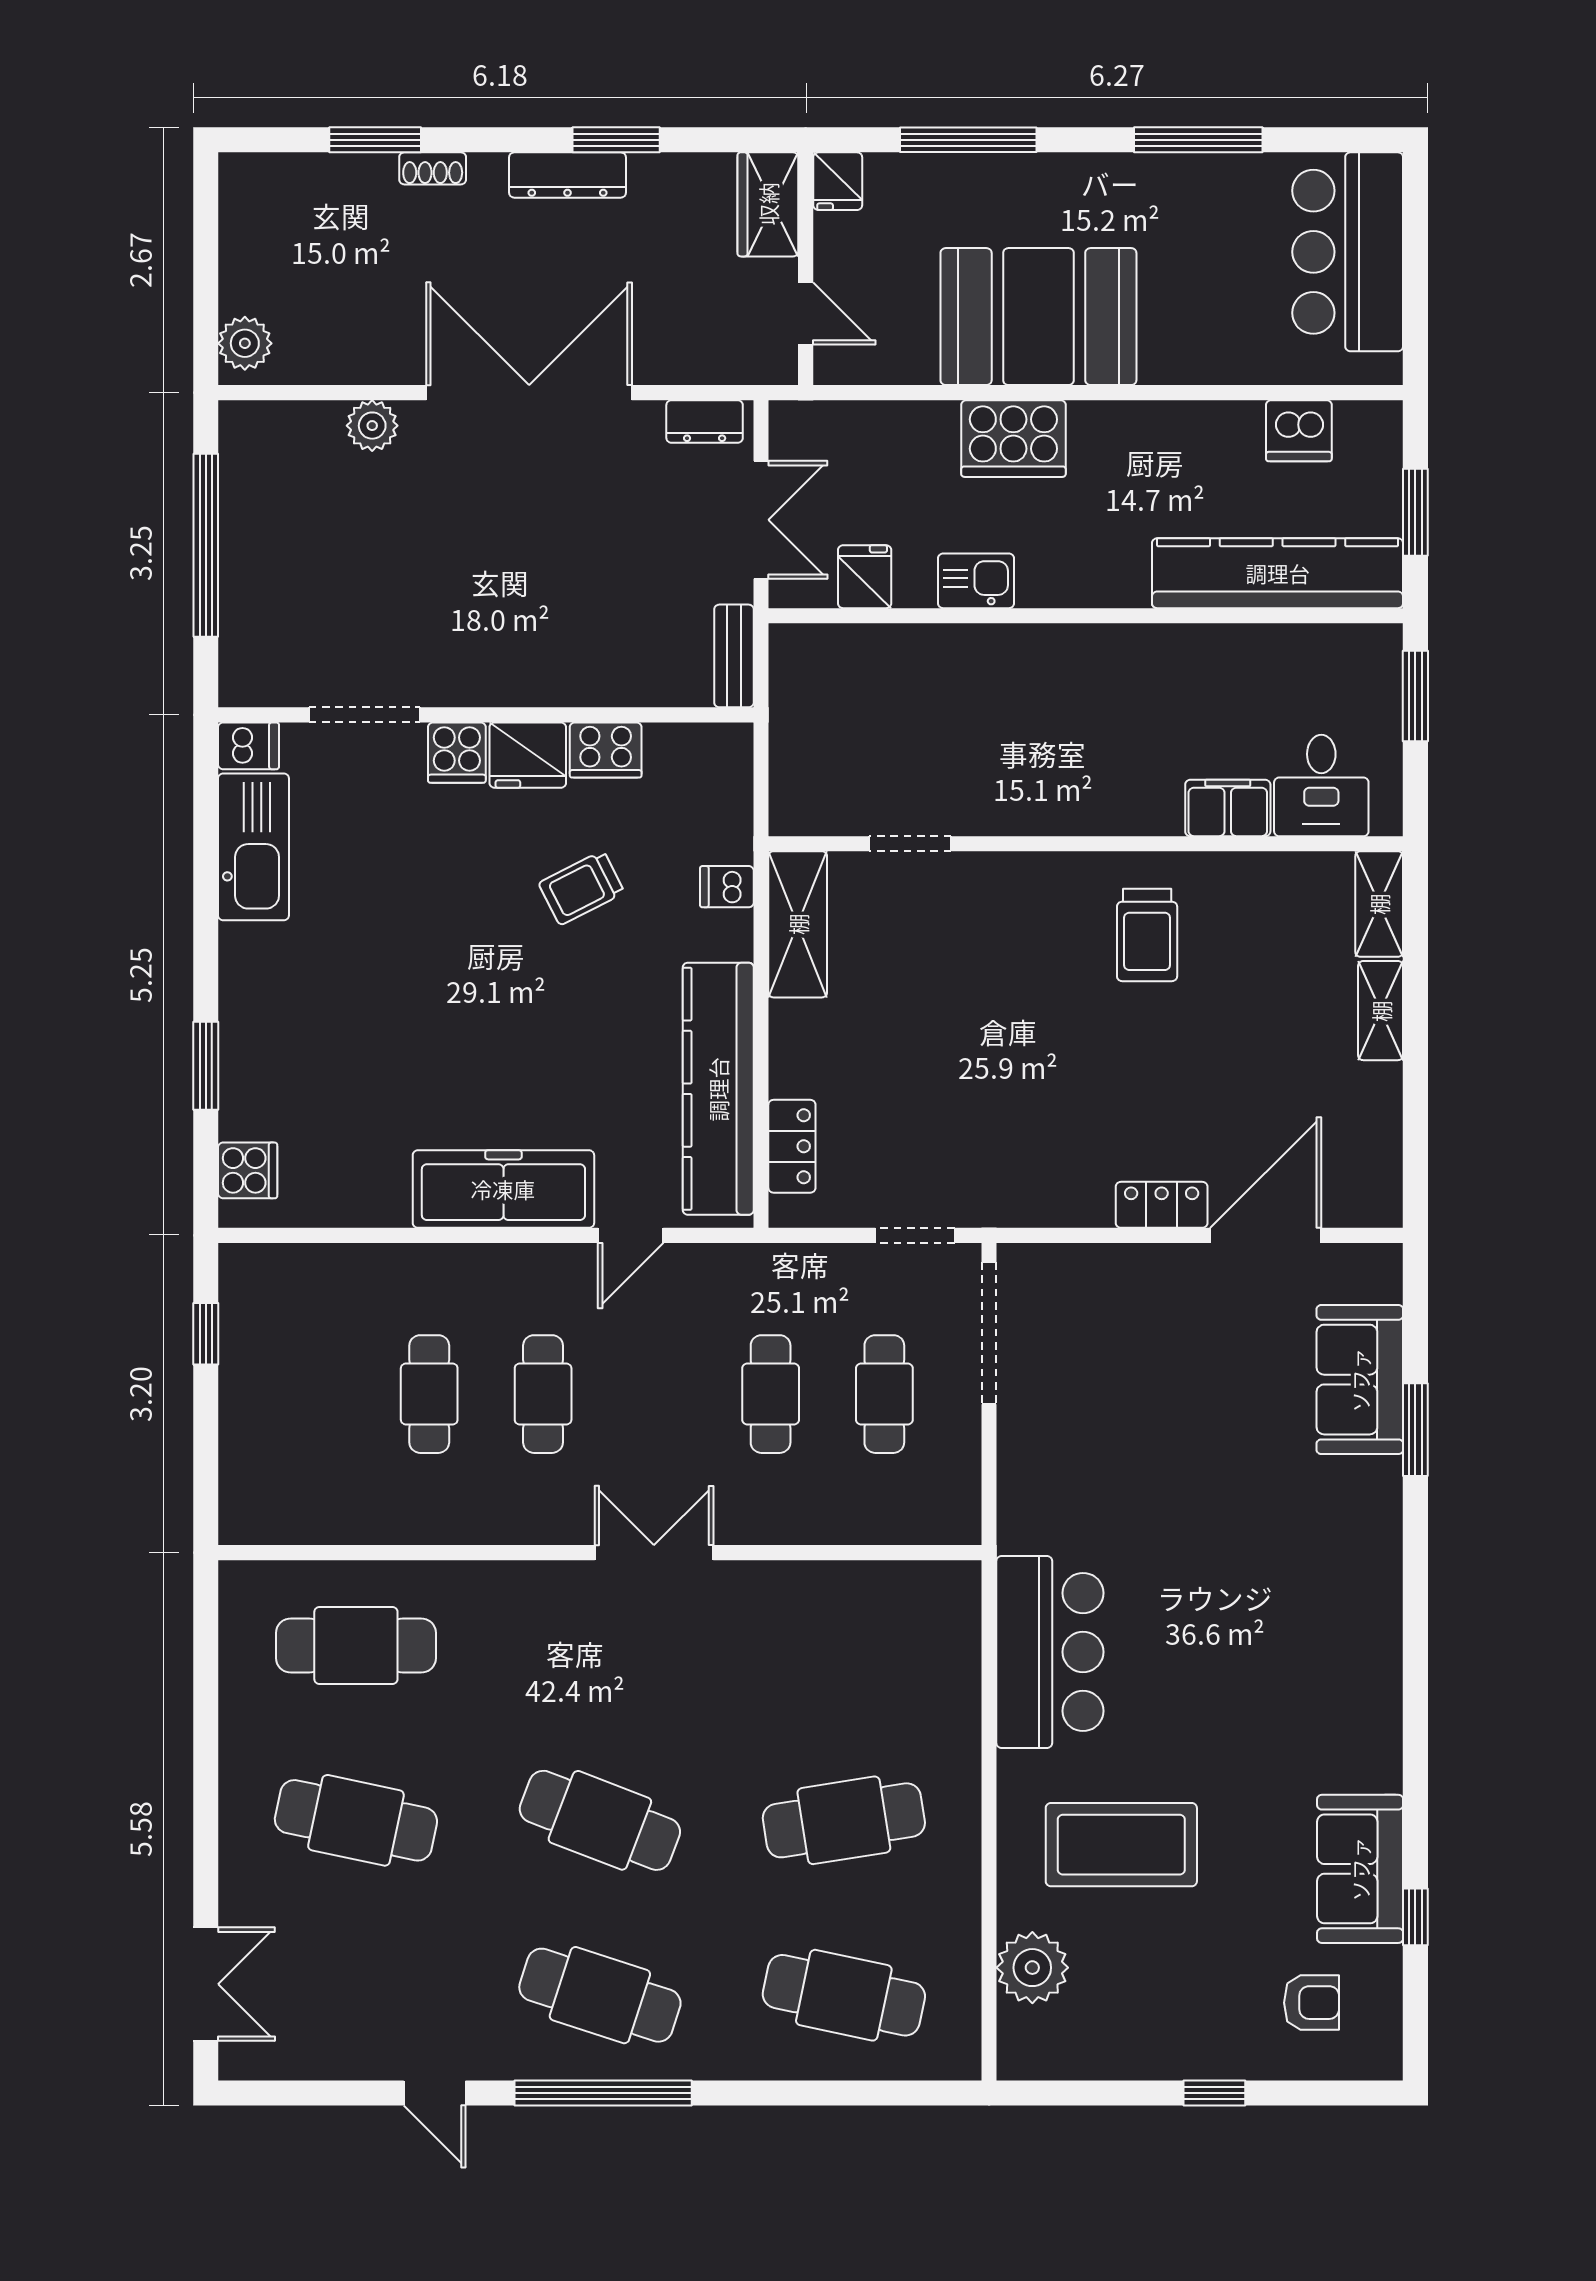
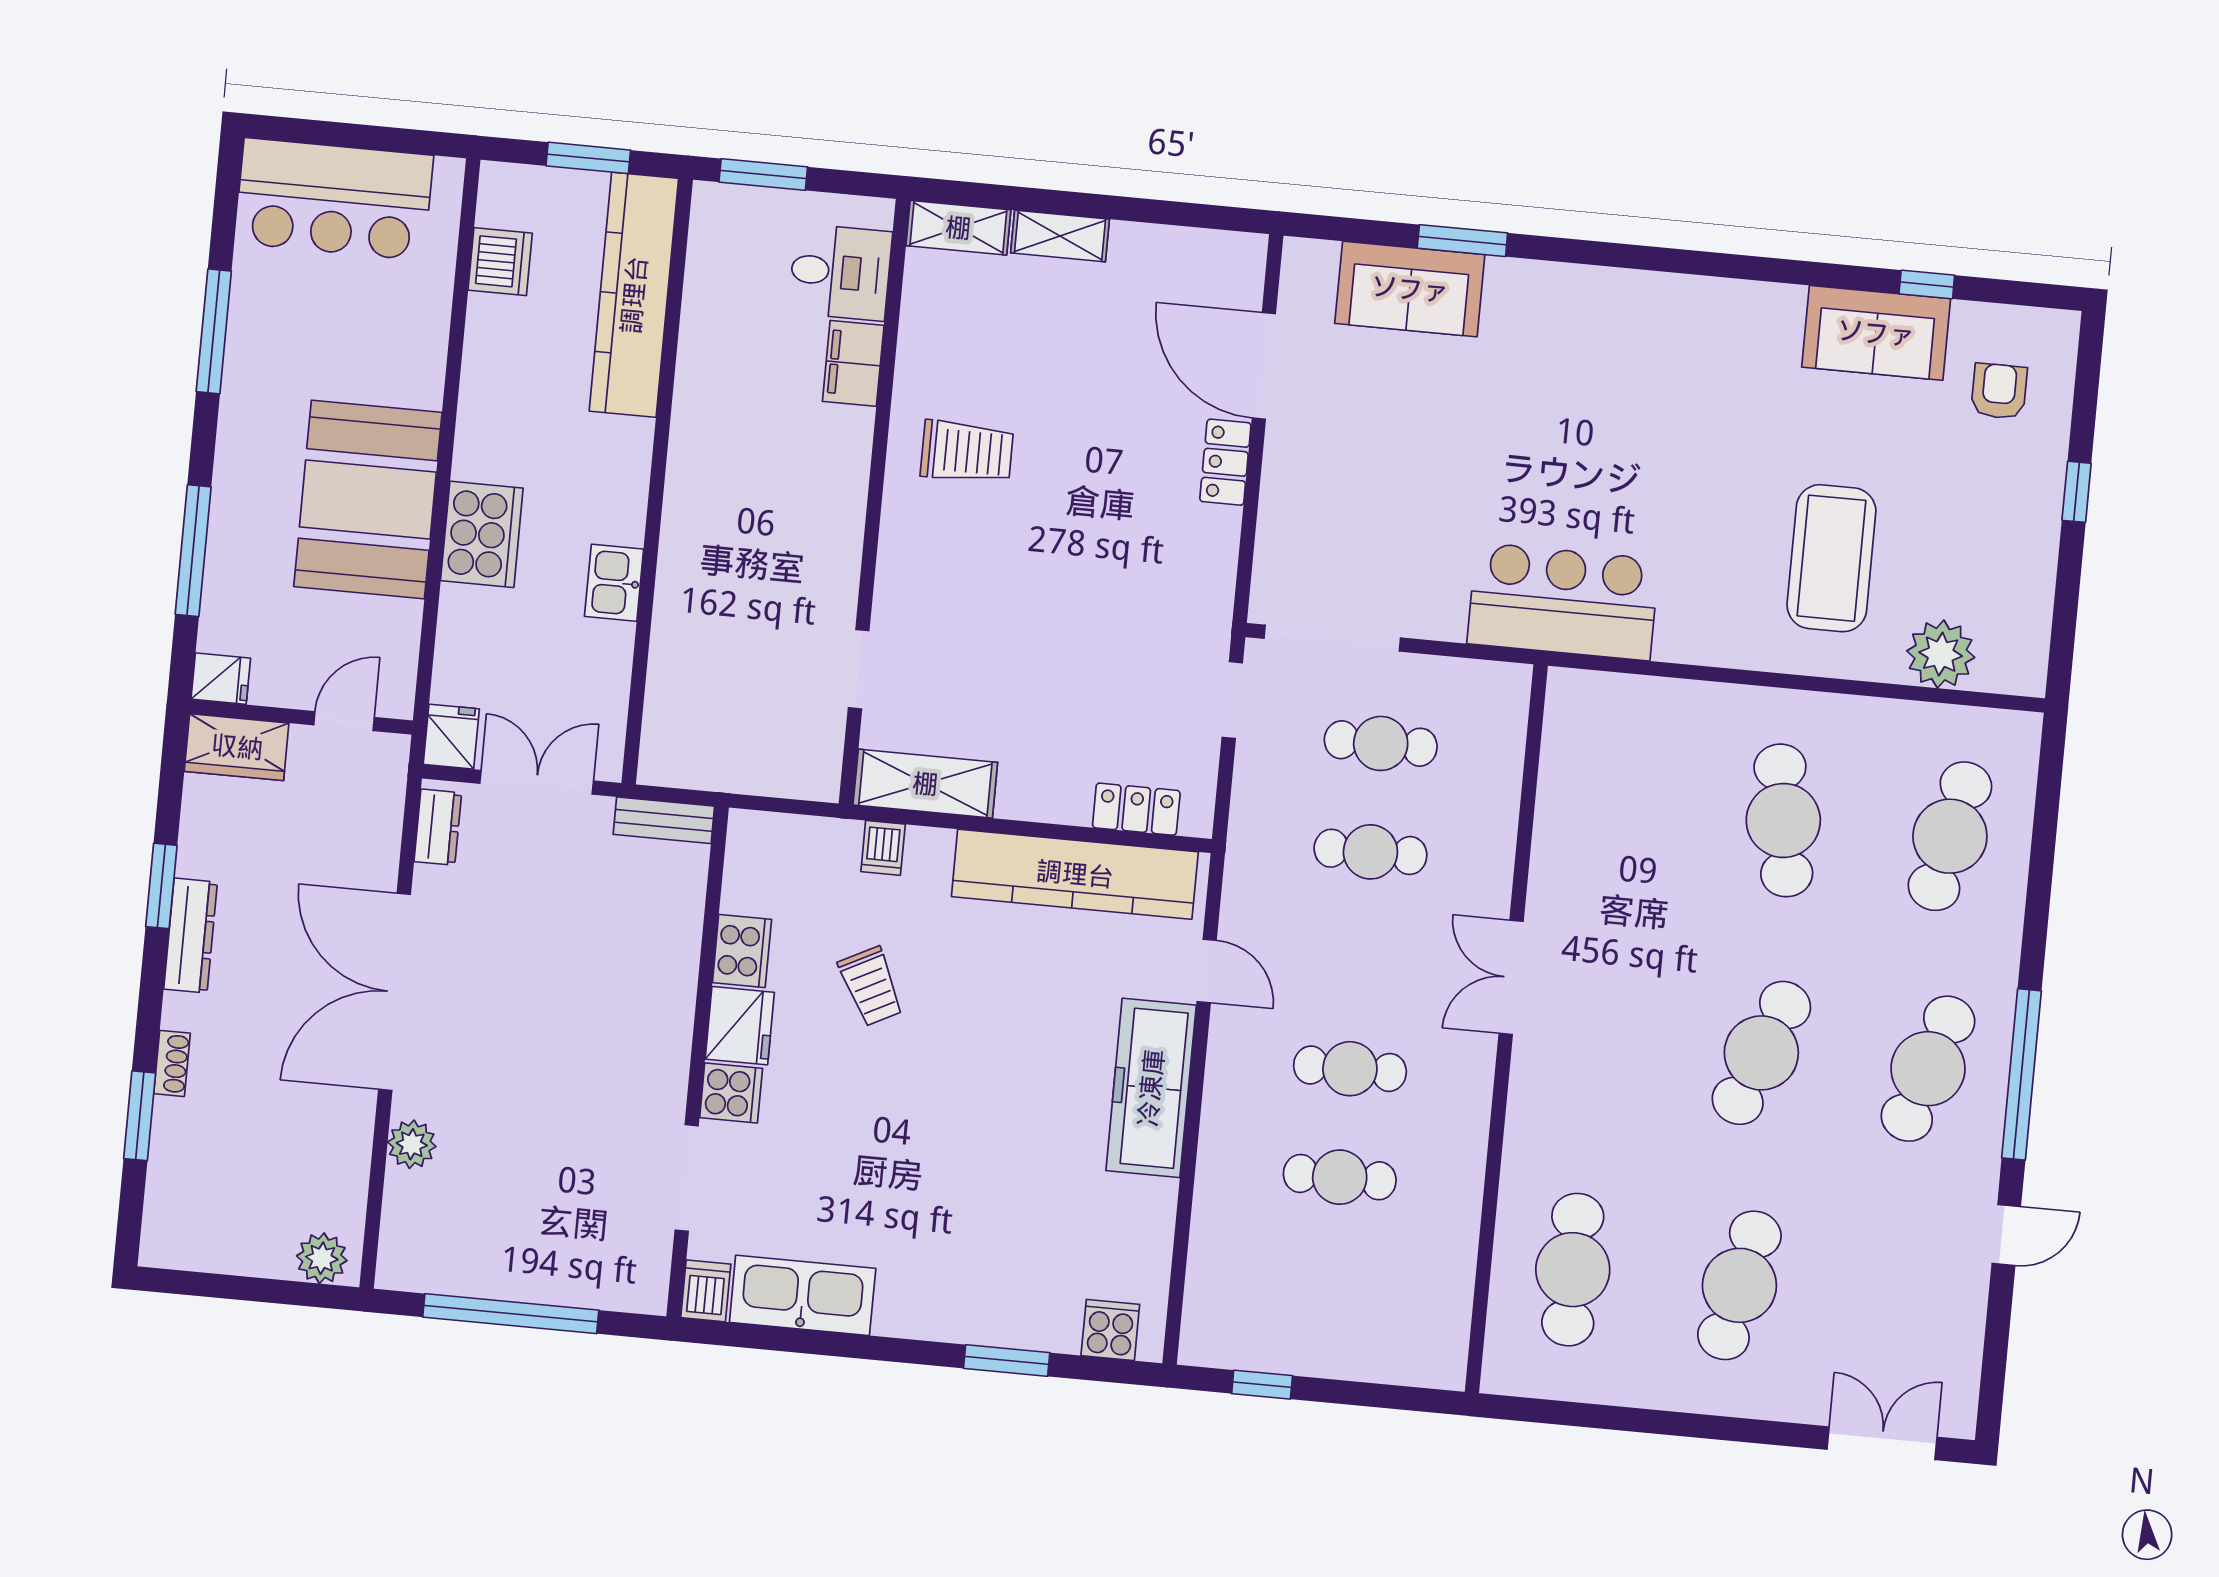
fridge: (865, 577) -> (451, 737), moved, turned 90
bar counter: (1050, 1652) -> (1563, 602), moved

